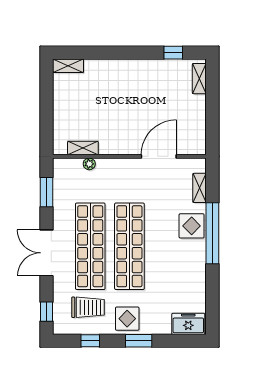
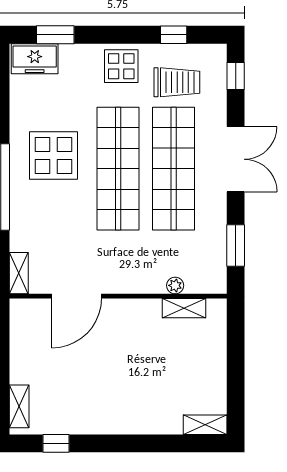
shelving: (200, 188) -> (19, 273), moved
display table: (192, 226) -> (53, 156), moved, width x1.36, depth x1.36
trolley: (88, 307) -> (177, 82), turned 180
window: (139, 341) -> (55, 35), moved

